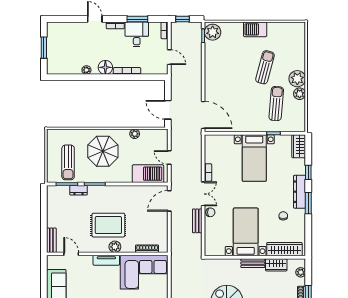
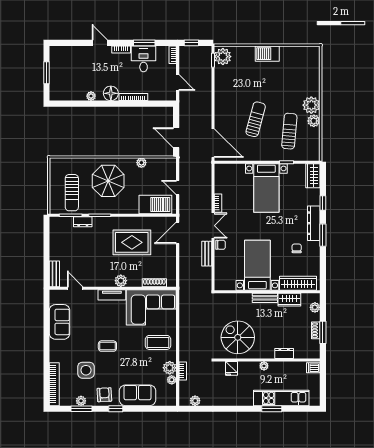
sun lounger: (265, 67) -> (256, 119), moved
rug: (108, 225) -> (132, 242), moved

